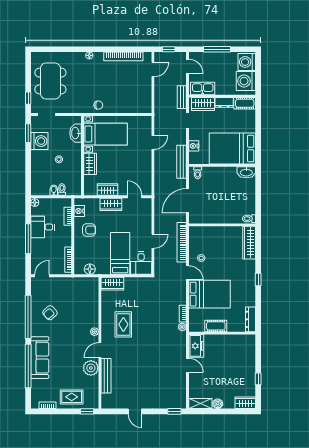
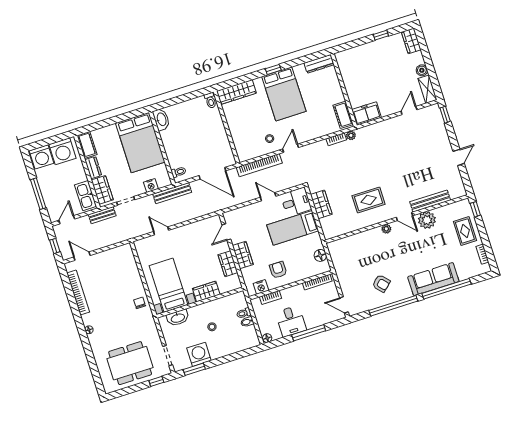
wardrobe: (112, 284) -> (321, 204), moved
bed: (209, 294) -> (284, 94), moved, turned 180
cot: (216, 326) -> (343, 115), moved
door: (188, 365) -> (409, 110), moved

